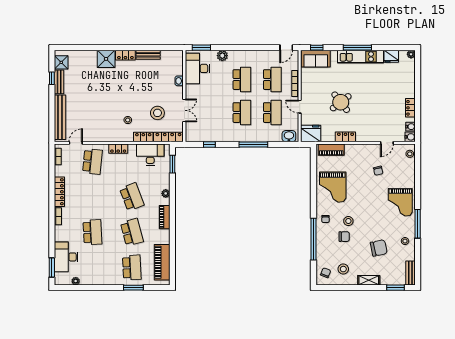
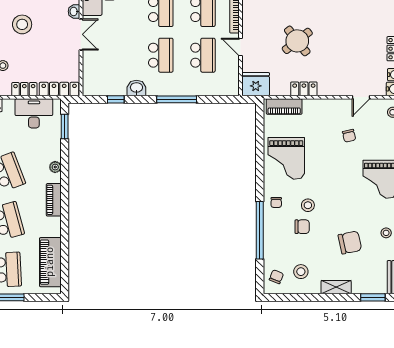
double door: (184, 110) -> (81, 34), moved
stool: (157, 113) -> (22, 24), moved
washbasin: (289, 136) -> (136, 88), moved

